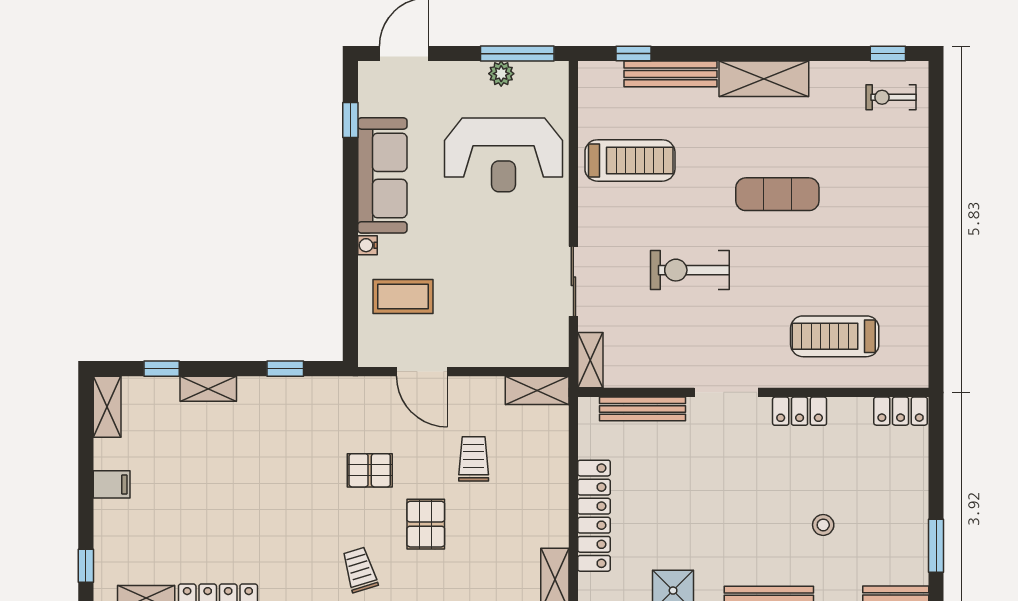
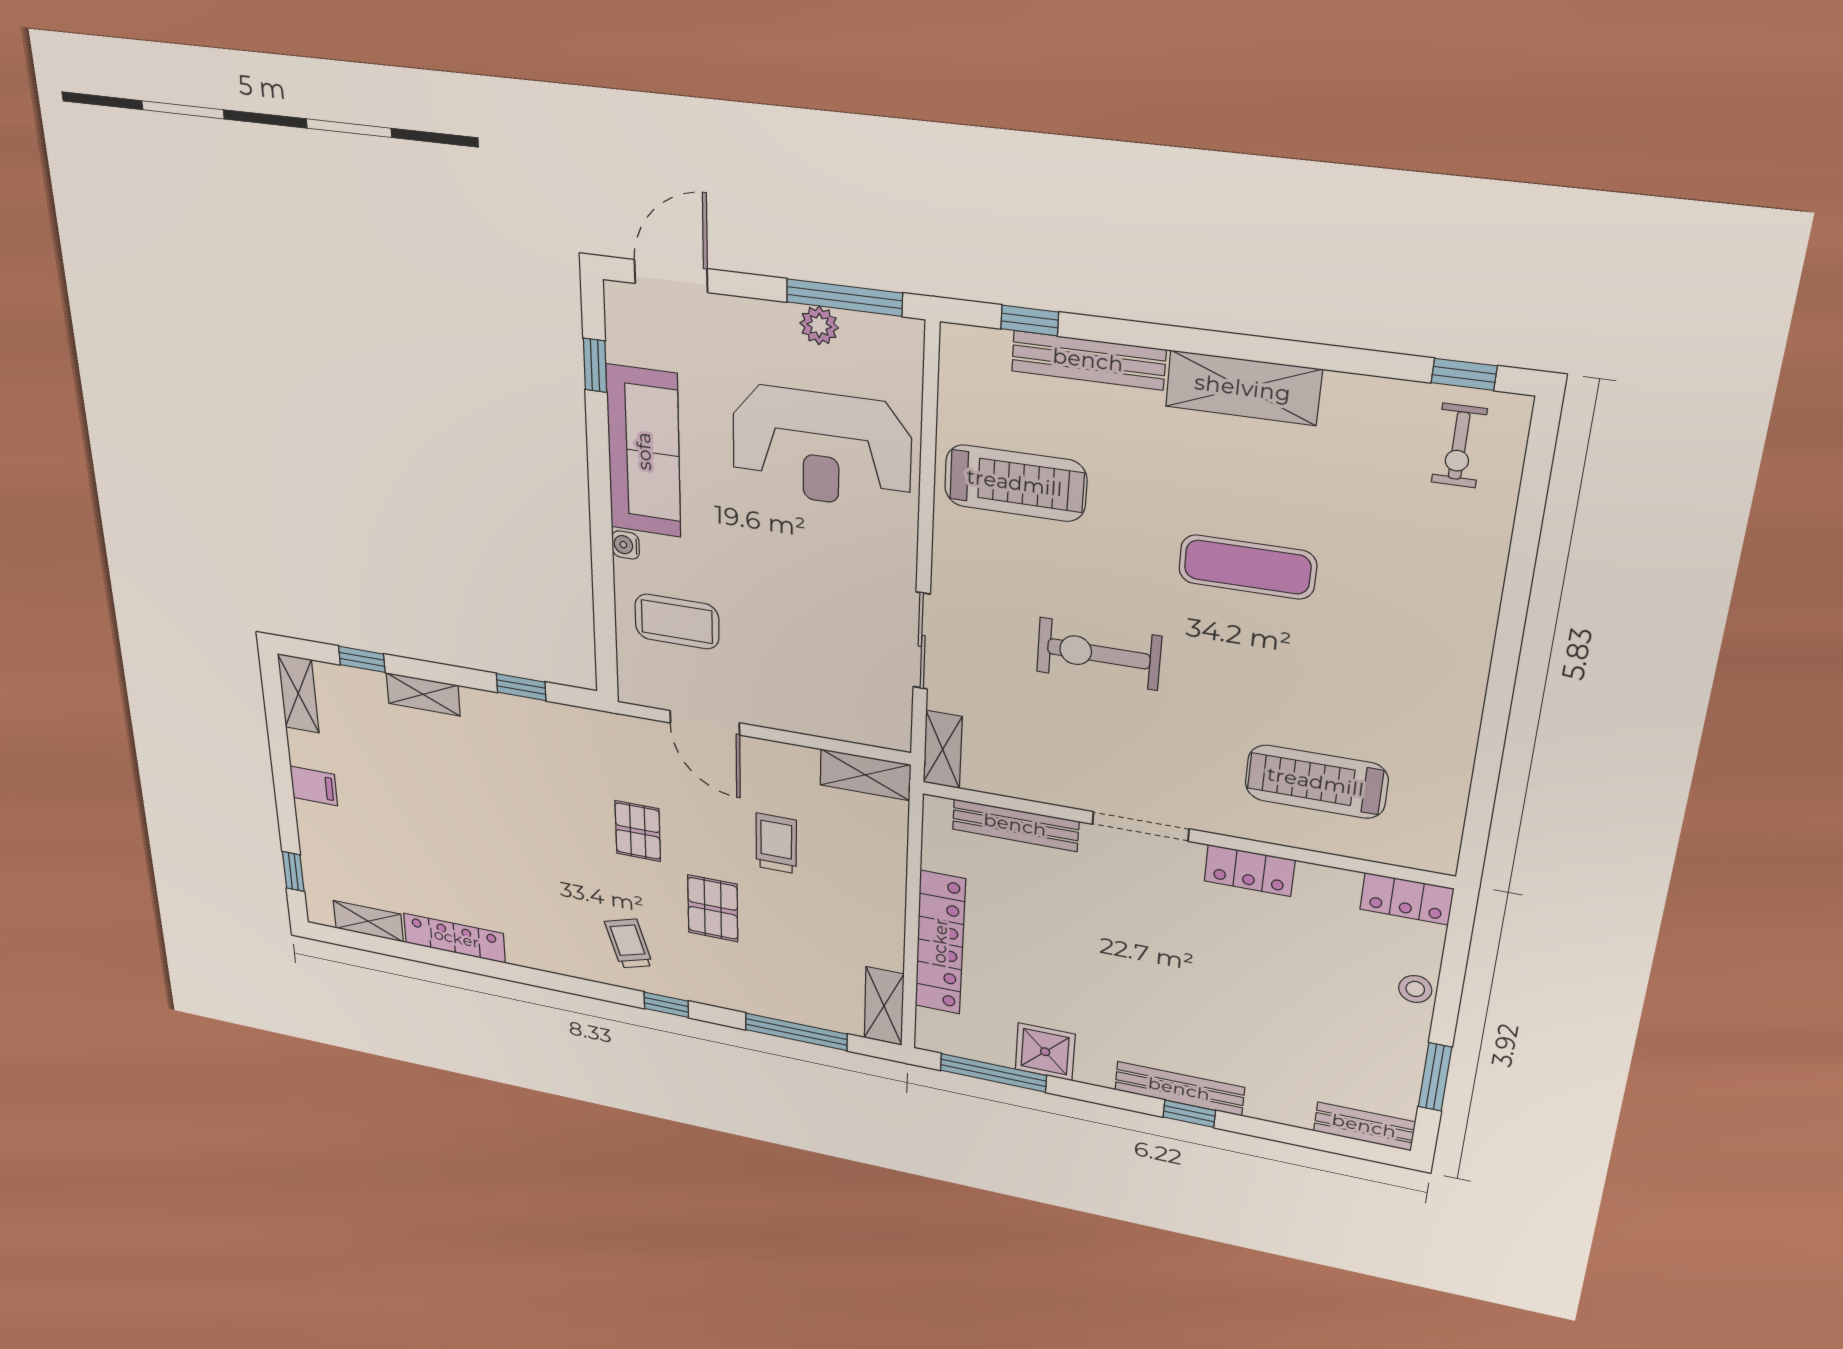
exercise bike: (891, 97) -> (1459, 446), turned -90
pallet: (370, 470) -> (638, 831), turned 90
stool: (823, 525) -> (1415, 989), moved

